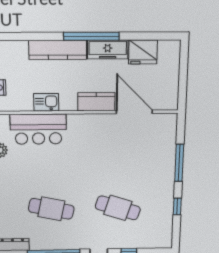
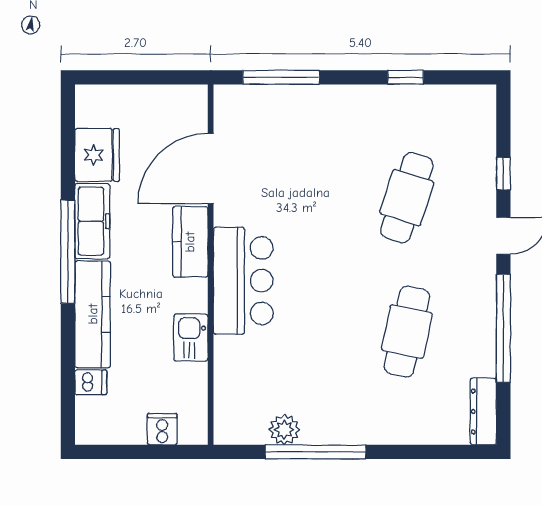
dishwasher: (21, 49) -> (91, 382), added
bar counter: (38, 129) -> (243, 281), moved
window: (179, 163) -> (281, 77), moved

